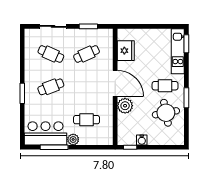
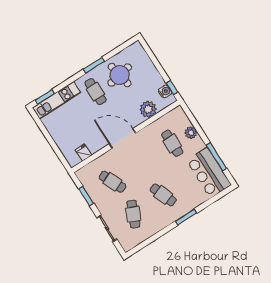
fridge: (126, 51) -> (83, 153), width x0.53, depth x0.75
door: (115, 83) -> (123, 138), hinge flipped
plant: (125, 106) -> (148, 109), moved
plant: (73, 139) -> (191, 133), moved
water cooler: (142, 140) -> (165, 91), moved

